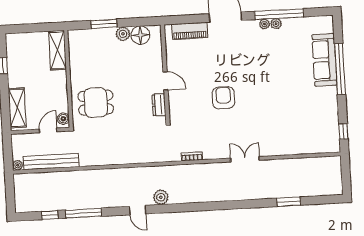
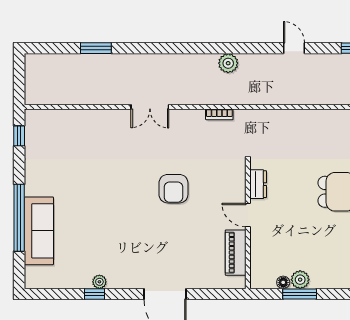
window: (279, 14) -> (95, 294), width x0.32
window: (104, 24) -> (300, 294), moved
plant: (264, 24) -> (114, 282), removed
piano: (190, 31) -> (236, 253), moved, turned -90
floor lamp: (140, 35) -> (283, 282), width x0.53, depth x0.53
plant: (161, 197) -> (228, 63), moved

